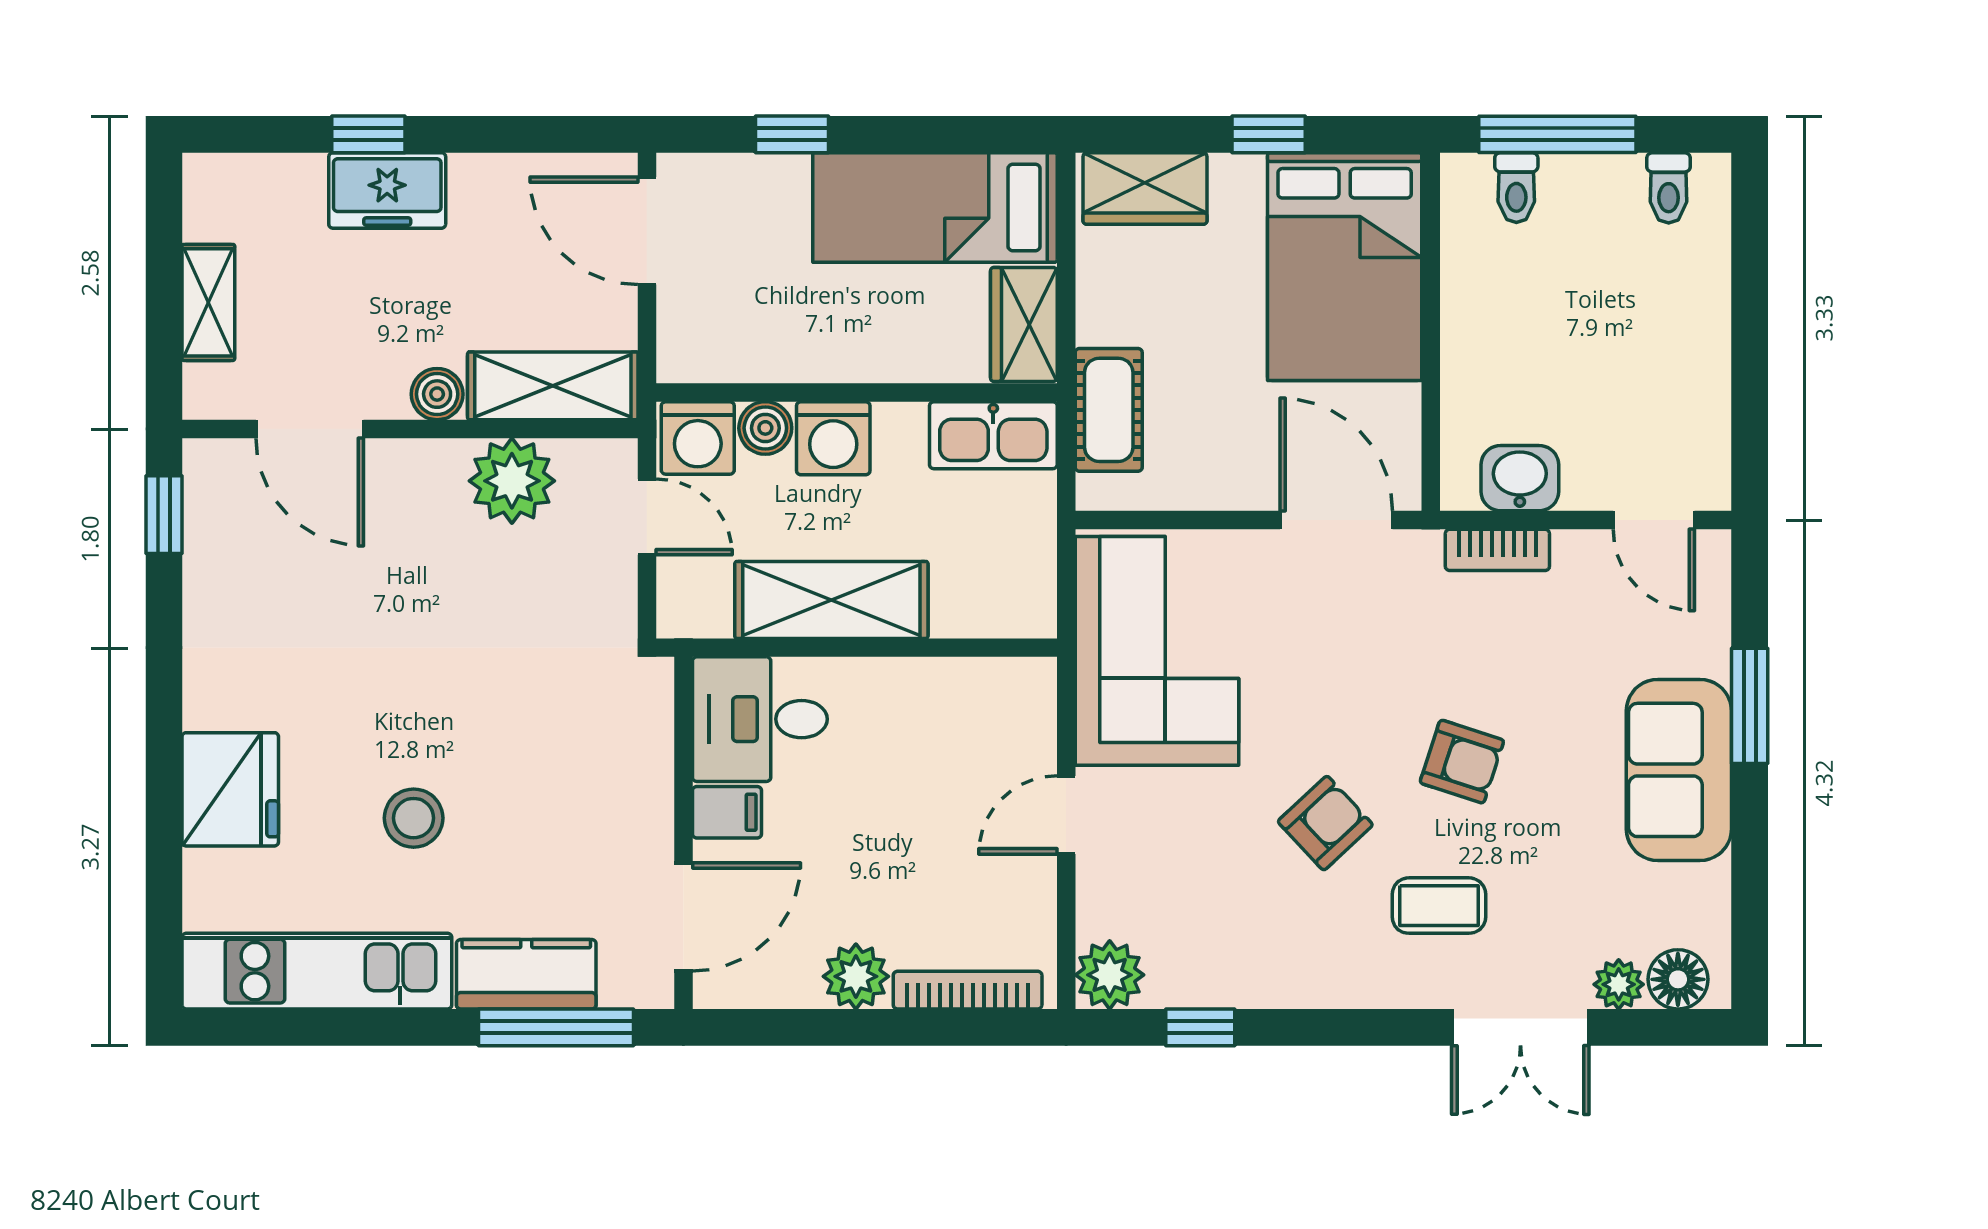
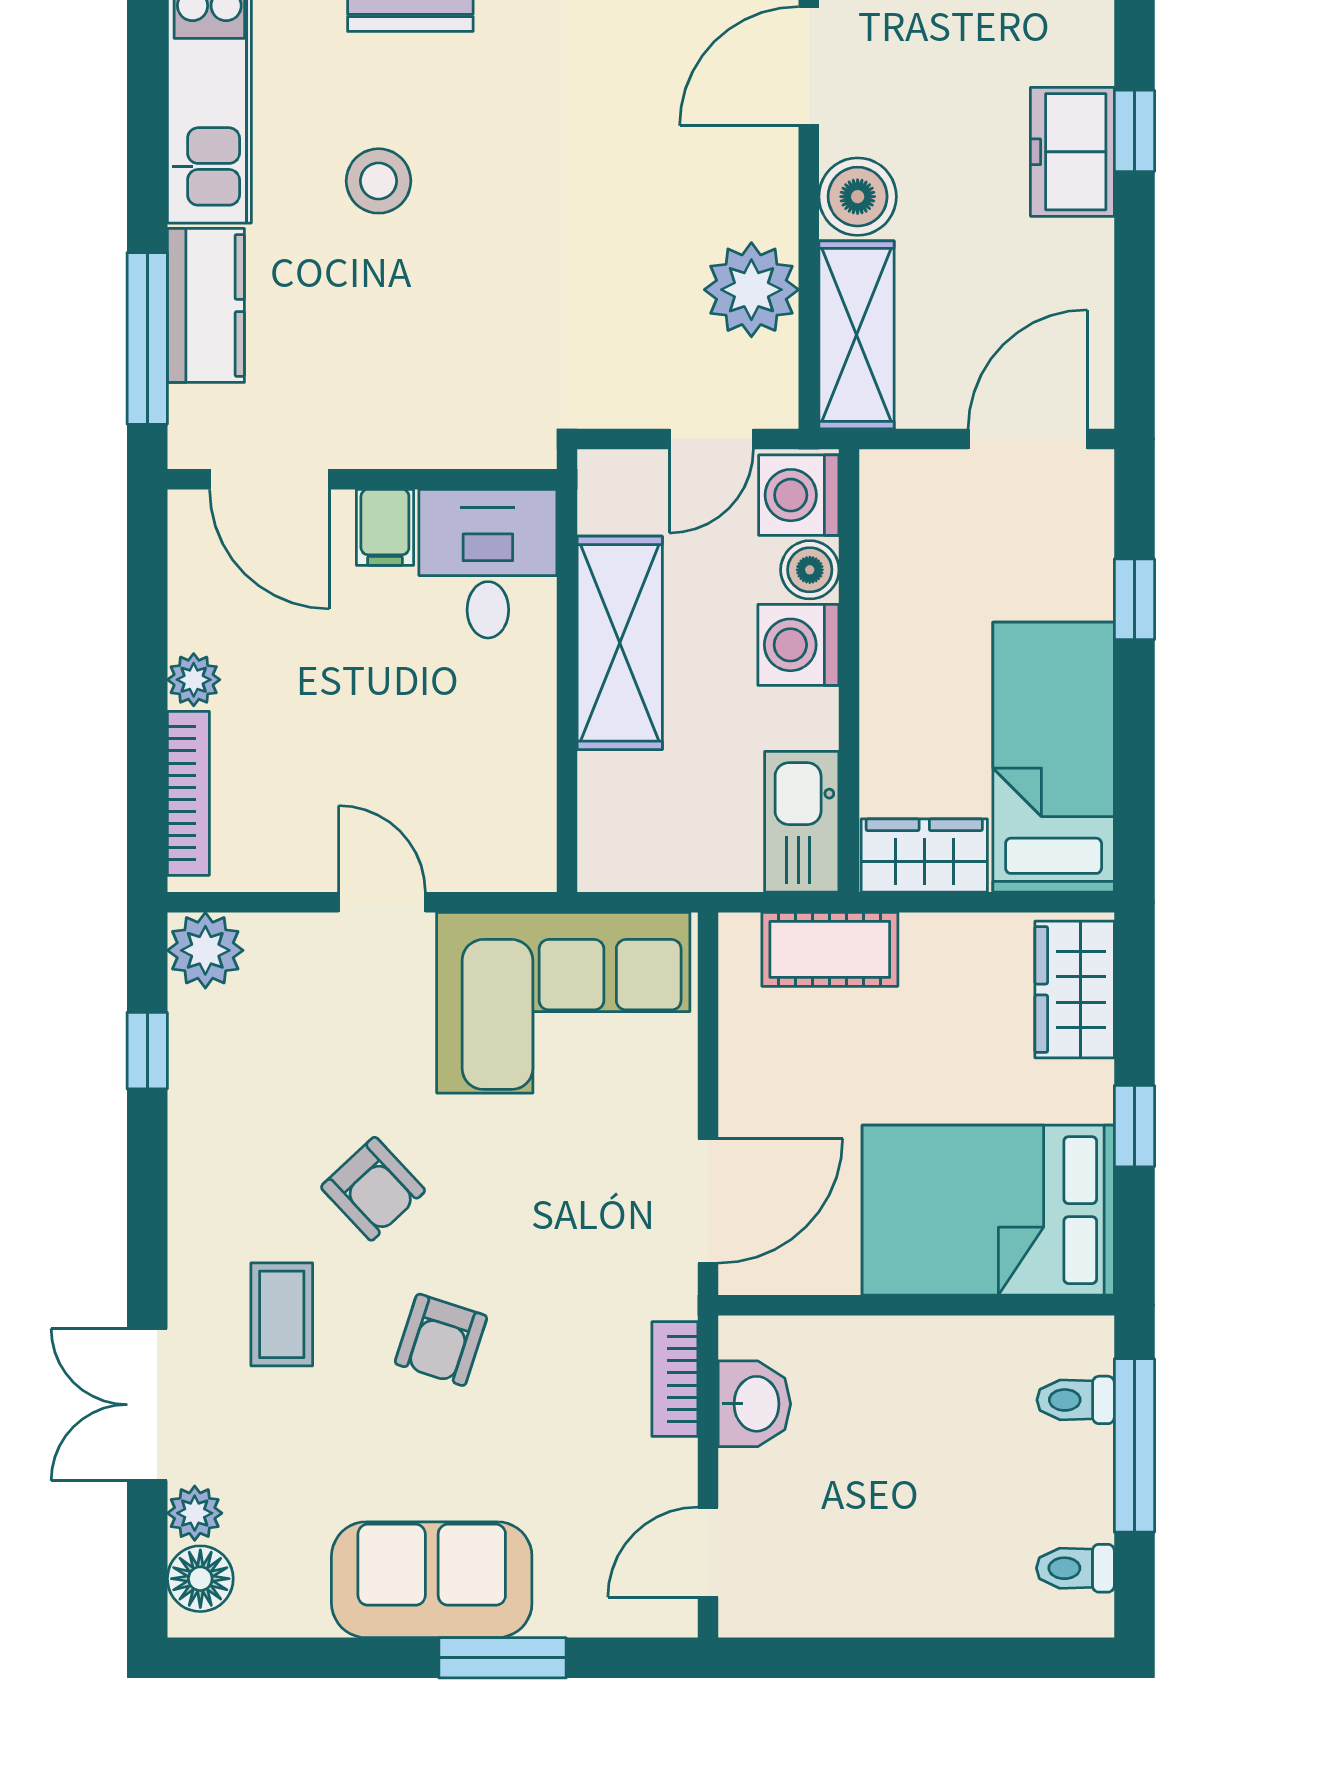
boiler: (437, 394) -> (858, 197), width x1.36, depth x1.36
plant: (856, 976) -> (194, 680), width x0.73, depth x0.73

